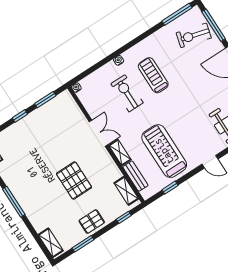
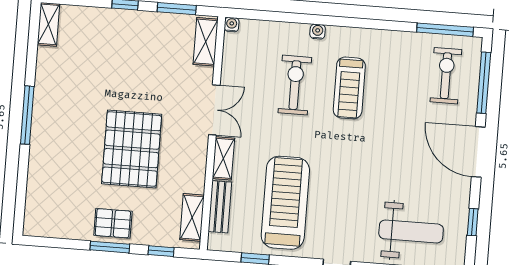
exercise bike: (194, 35) -> (446, 76), turned 75
treadmill: (153, 75) -> (349, 88), turned 180
pallet: (74, 181) -> (132, 149), width x1.37, depth x1.41
shelving: (51, 243) -> (206, 42), moved
window: (83, 244) -> (110, 247), moved

